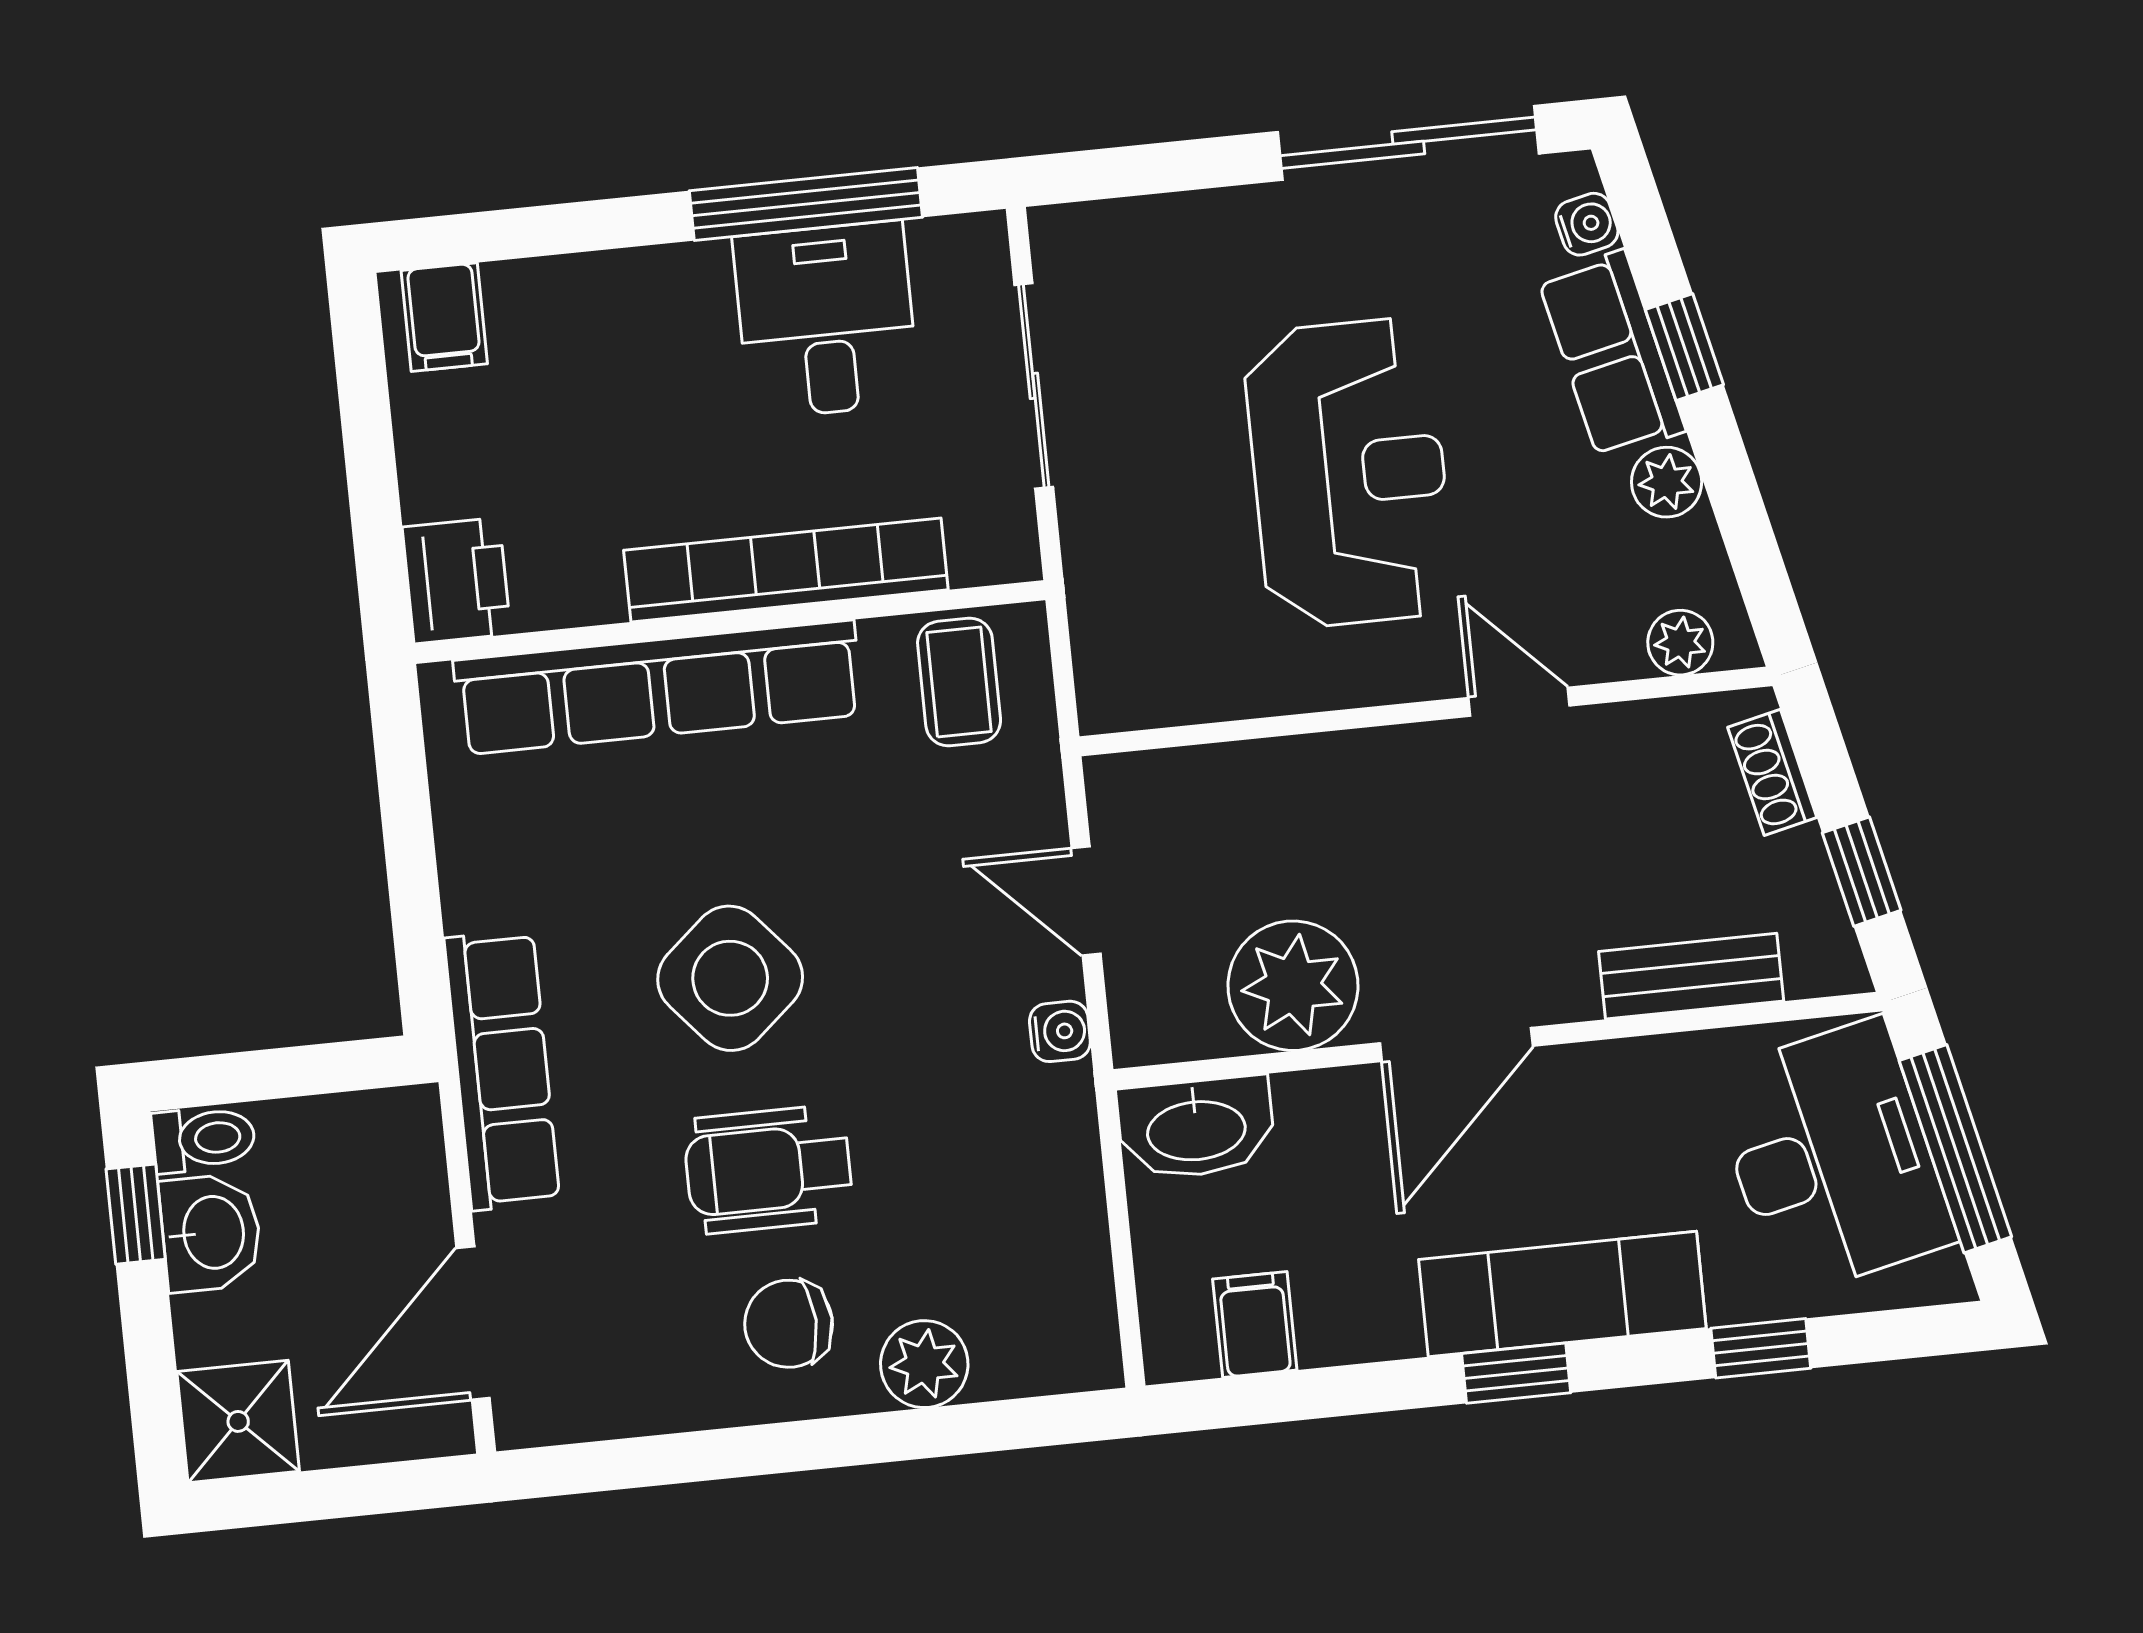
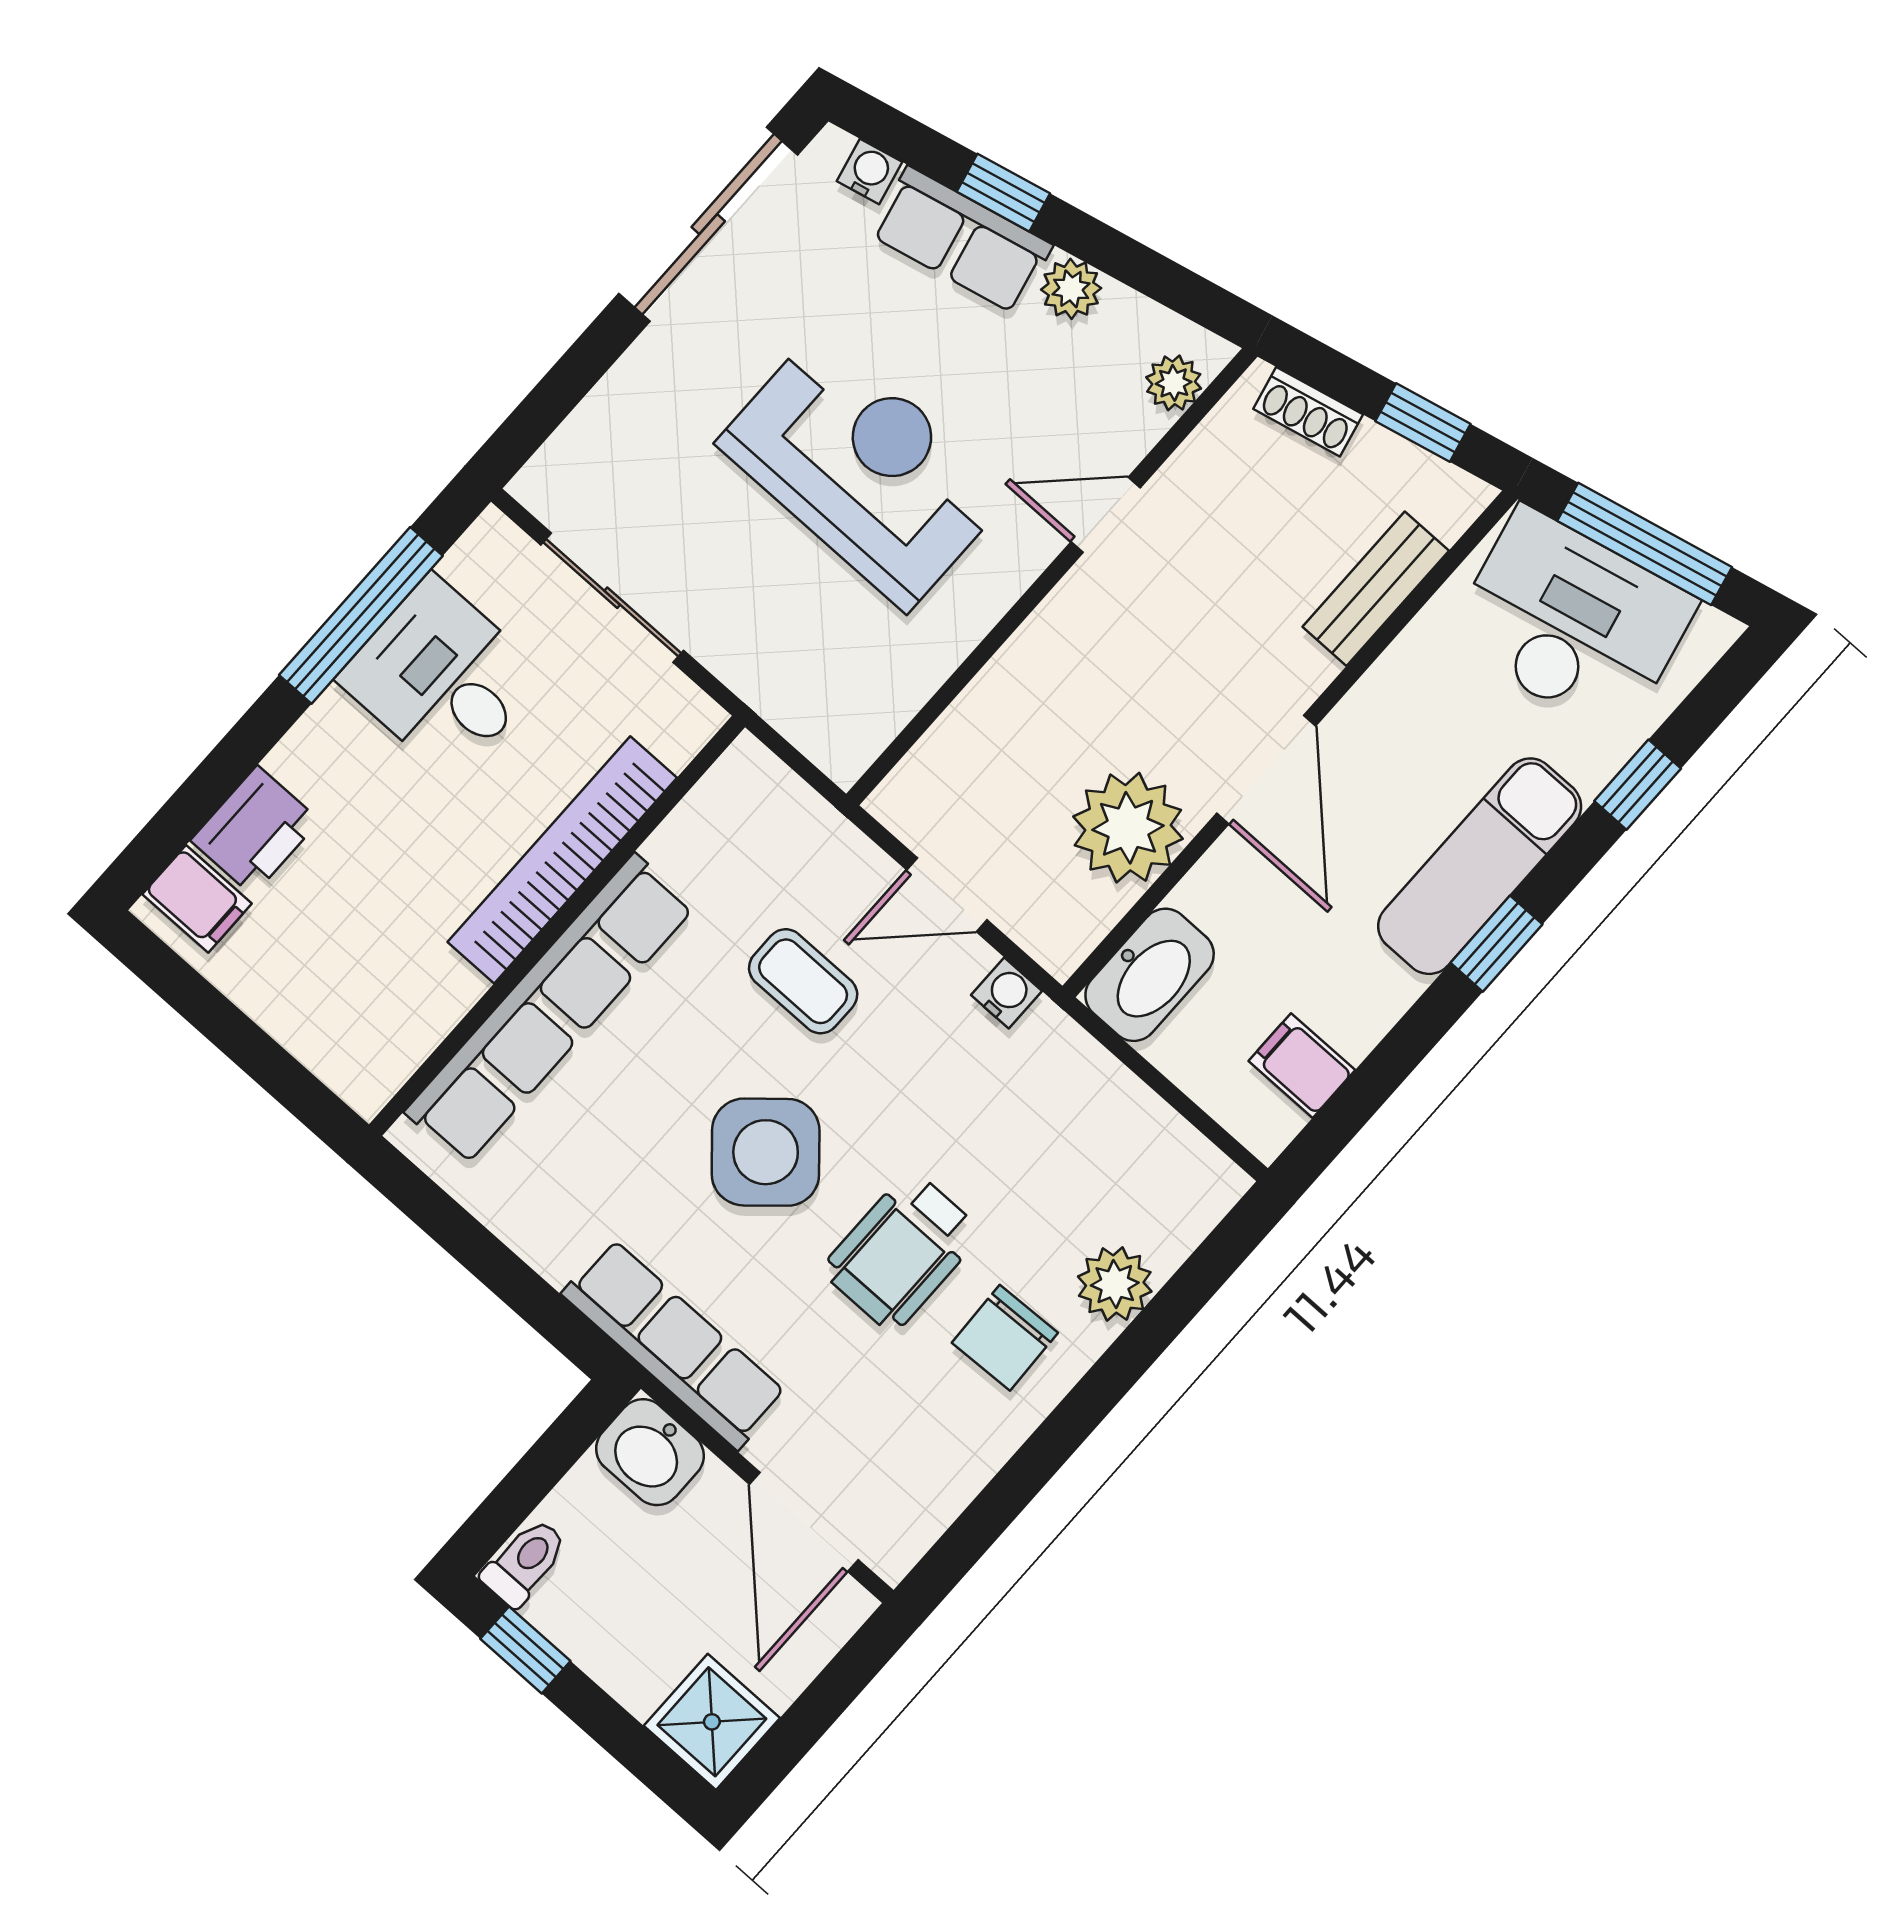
printer: (457, 581) -> (255, 831), moved, turned 90
coffee table: (959, 682) -> (803, 981), moved
washbasin: (211, 1233) -> (650, 1452), moved, turned 180

